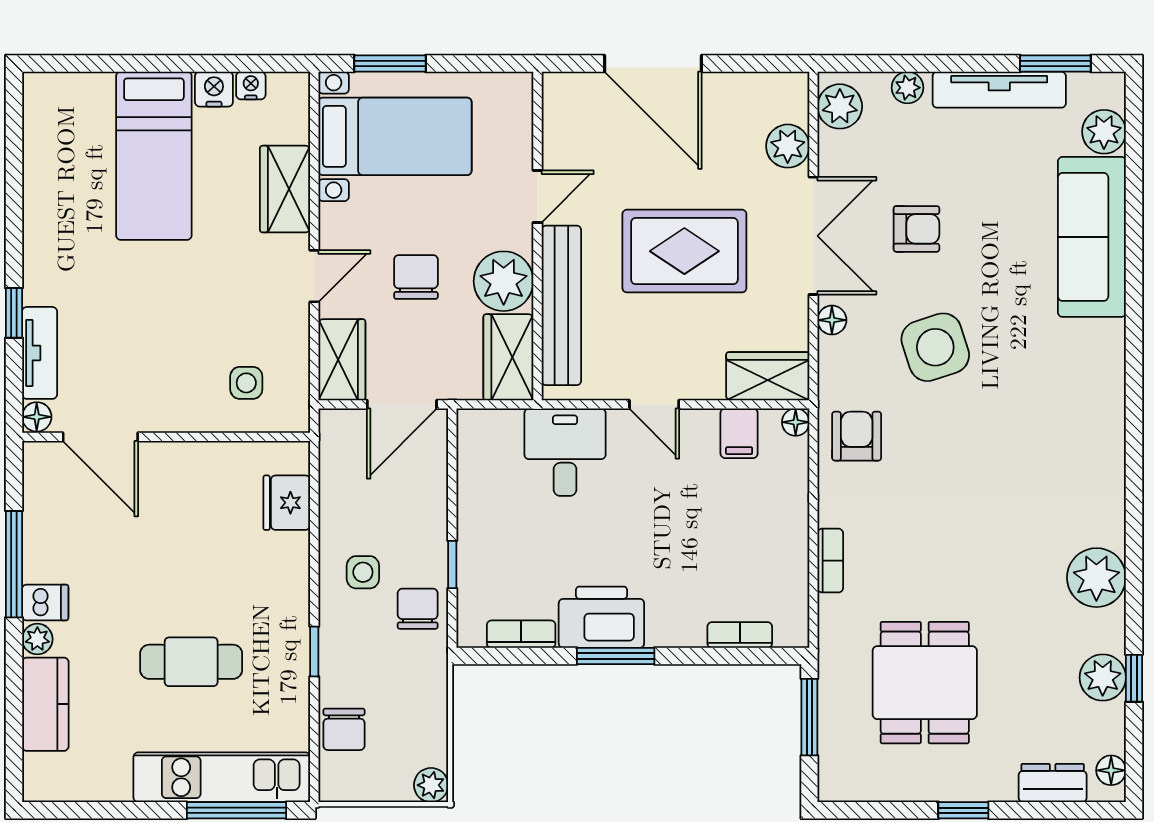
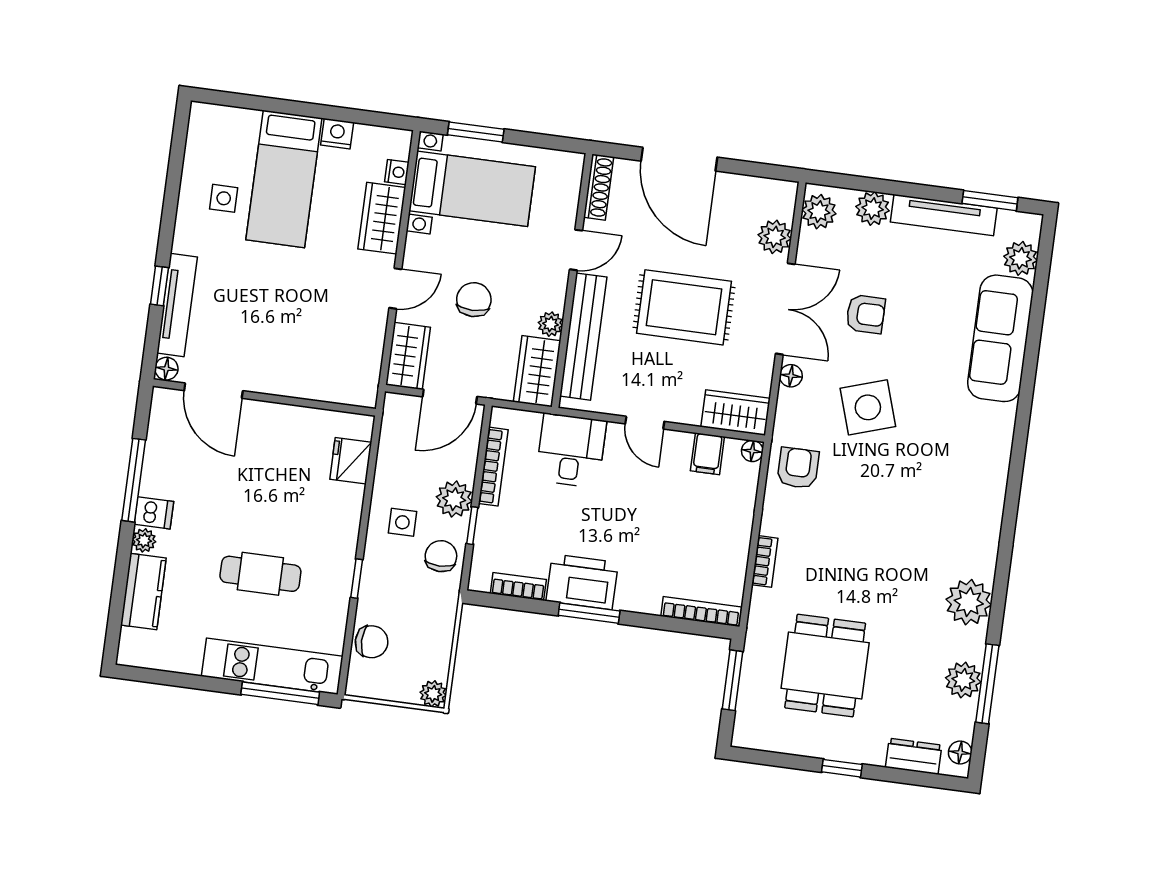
nightstand: (251, 85) -> (397, 172), moved, turned 90
plant: (907, 88) -> (873, 209), width x1.38, depth x1.38
shoe rack: (555, 113) -> (599, 187), added
plant: (504, 281) -> (550, 324), width x0.53, depth x0.53
tv unit: (40, 353) -> (177, 305), width x1.41
side table: (246, 383) -> (224, 198), moved
bookcase: (469, 486) -> (493, 467), added
plant: (425, 534) -> (454, 499), added
bookcase: (740, 635) -> (701, 612), width x1.56
window: (1134, 678) -> (987, 684), width x2.17
chair: (344, 729) -> (372, 642), turned -90

